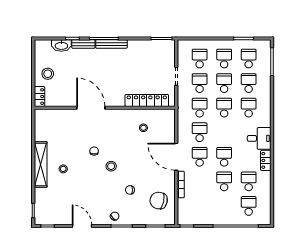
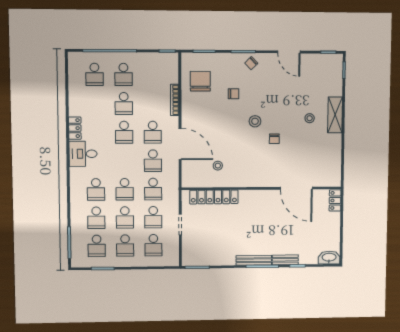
washbasin: (61, 46) -> (329, 258), moved
stool: (48, 74) -> (326, 226), removed
door: (91, 108) -> (296, 188), moved
door: (176, 157) -> (180, 144), moved
shelving: (41, 165) -> (335, 115), width x0.68
school desk: (249, 181) -> (124, 74), moved
chair: (159, 201) -> (200, 81), turned -102

